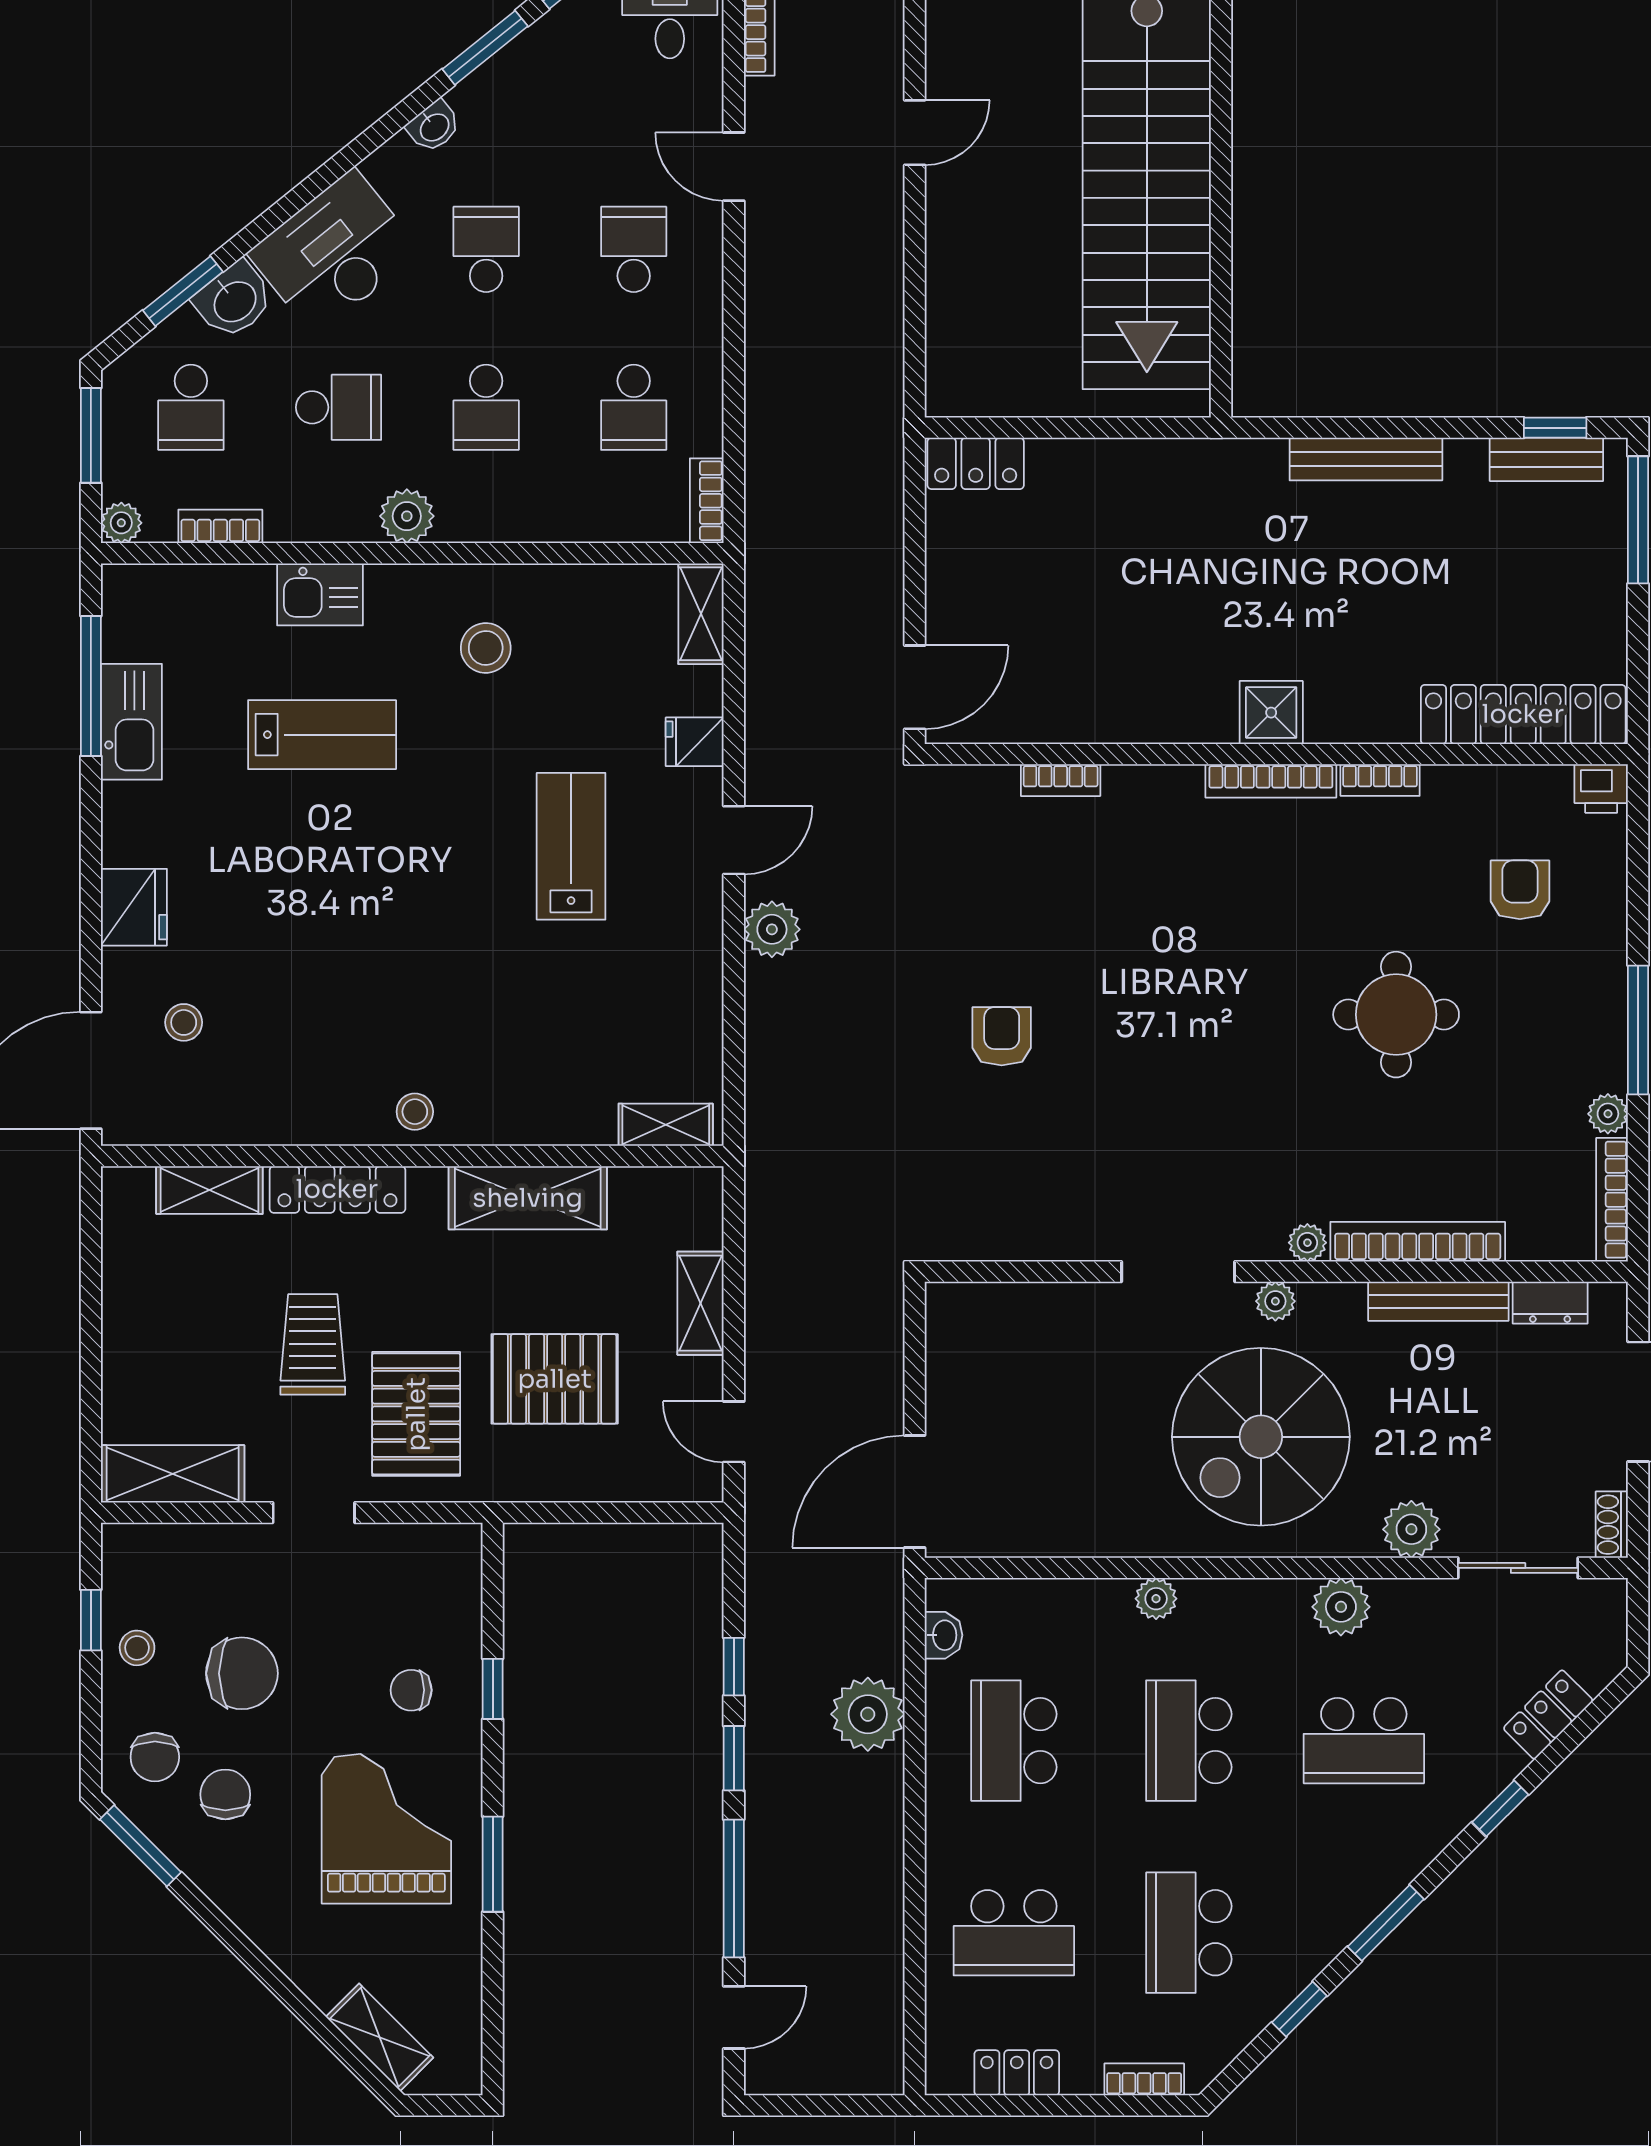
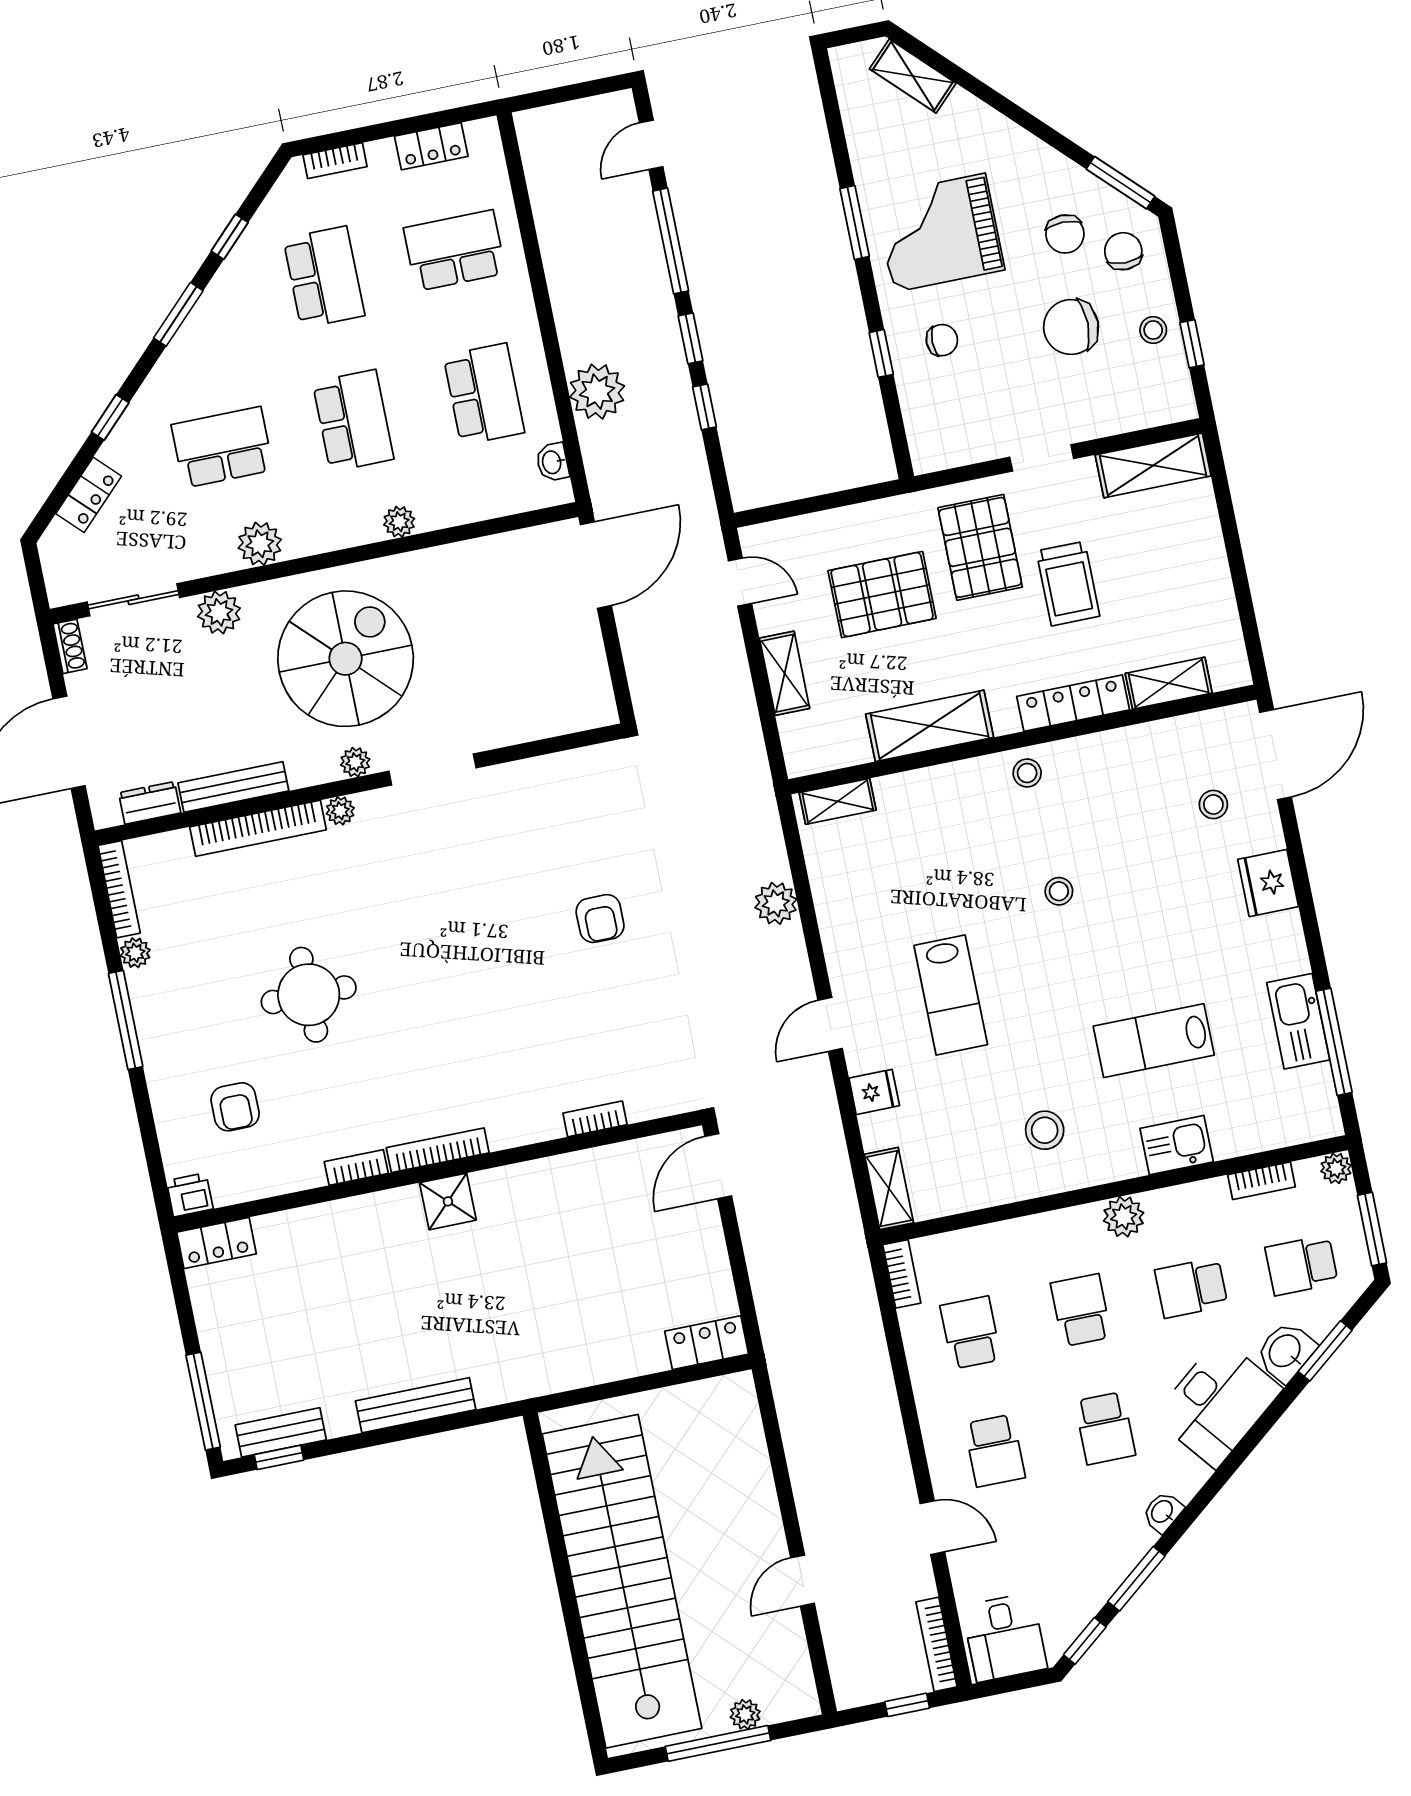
school desk: (191, 407) -> (1302, 1265), turned -90
locker: (1523, 714) -> (217, 1243), width x0.46, depth x0.83
plant: (772, 929) -> (776, 903), moved
stool: (405, 951) -> (1059, 891), added
grand piano: (386, 1829) -> (939, 233), turned 90

